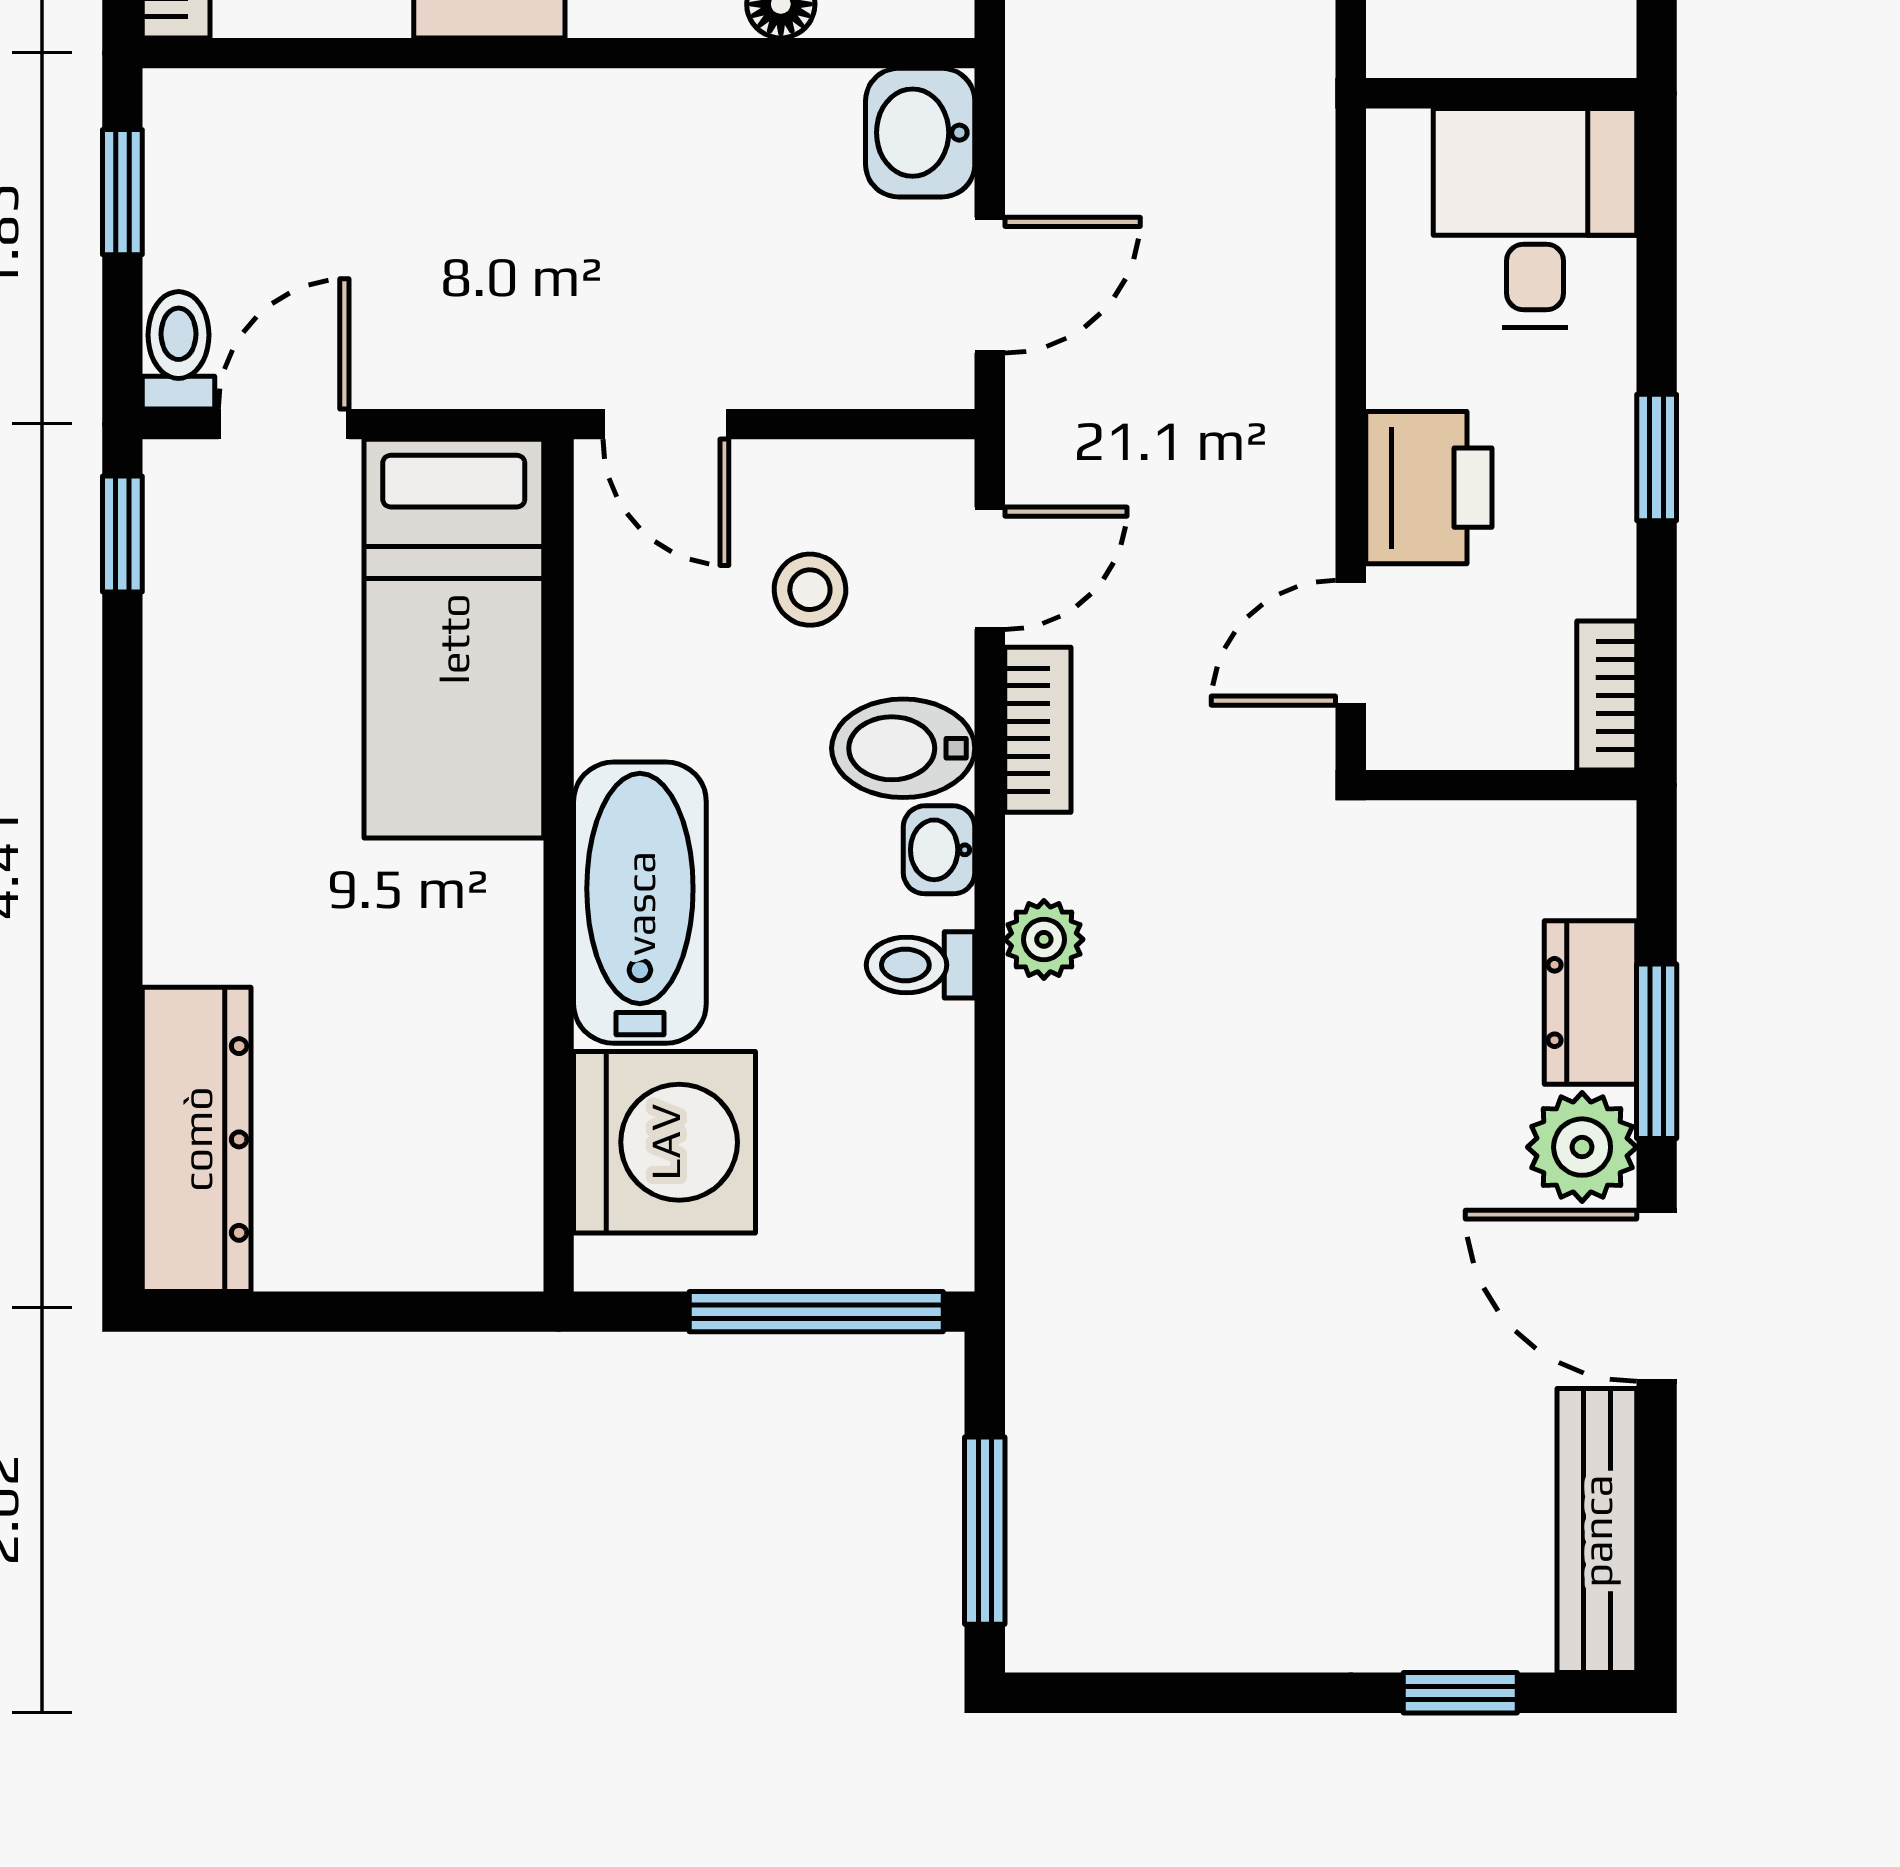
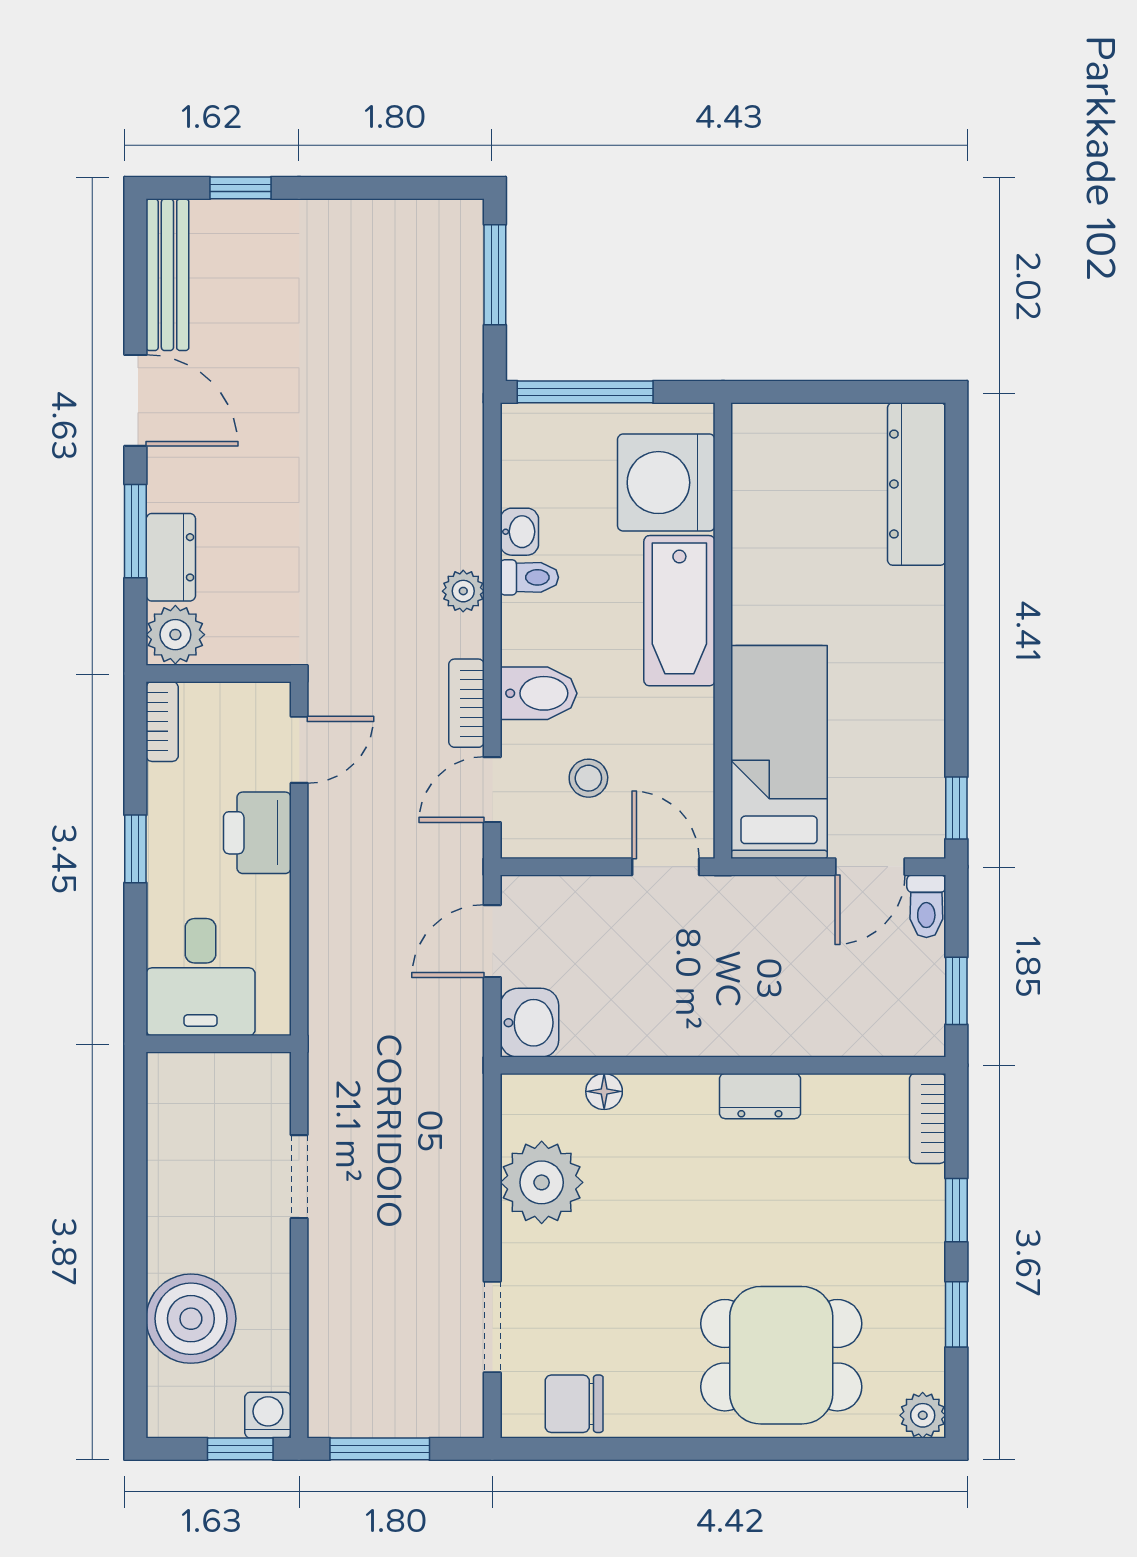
washbasin: (939, 850) -> (519, 532), moved
plant: (1582, 1147) -> (175, 635), moved

